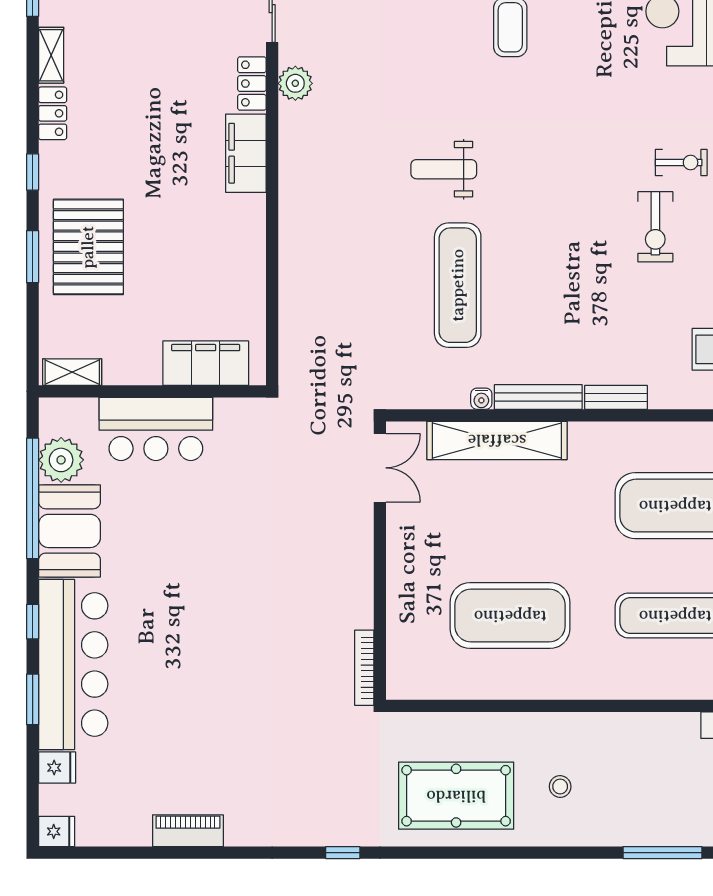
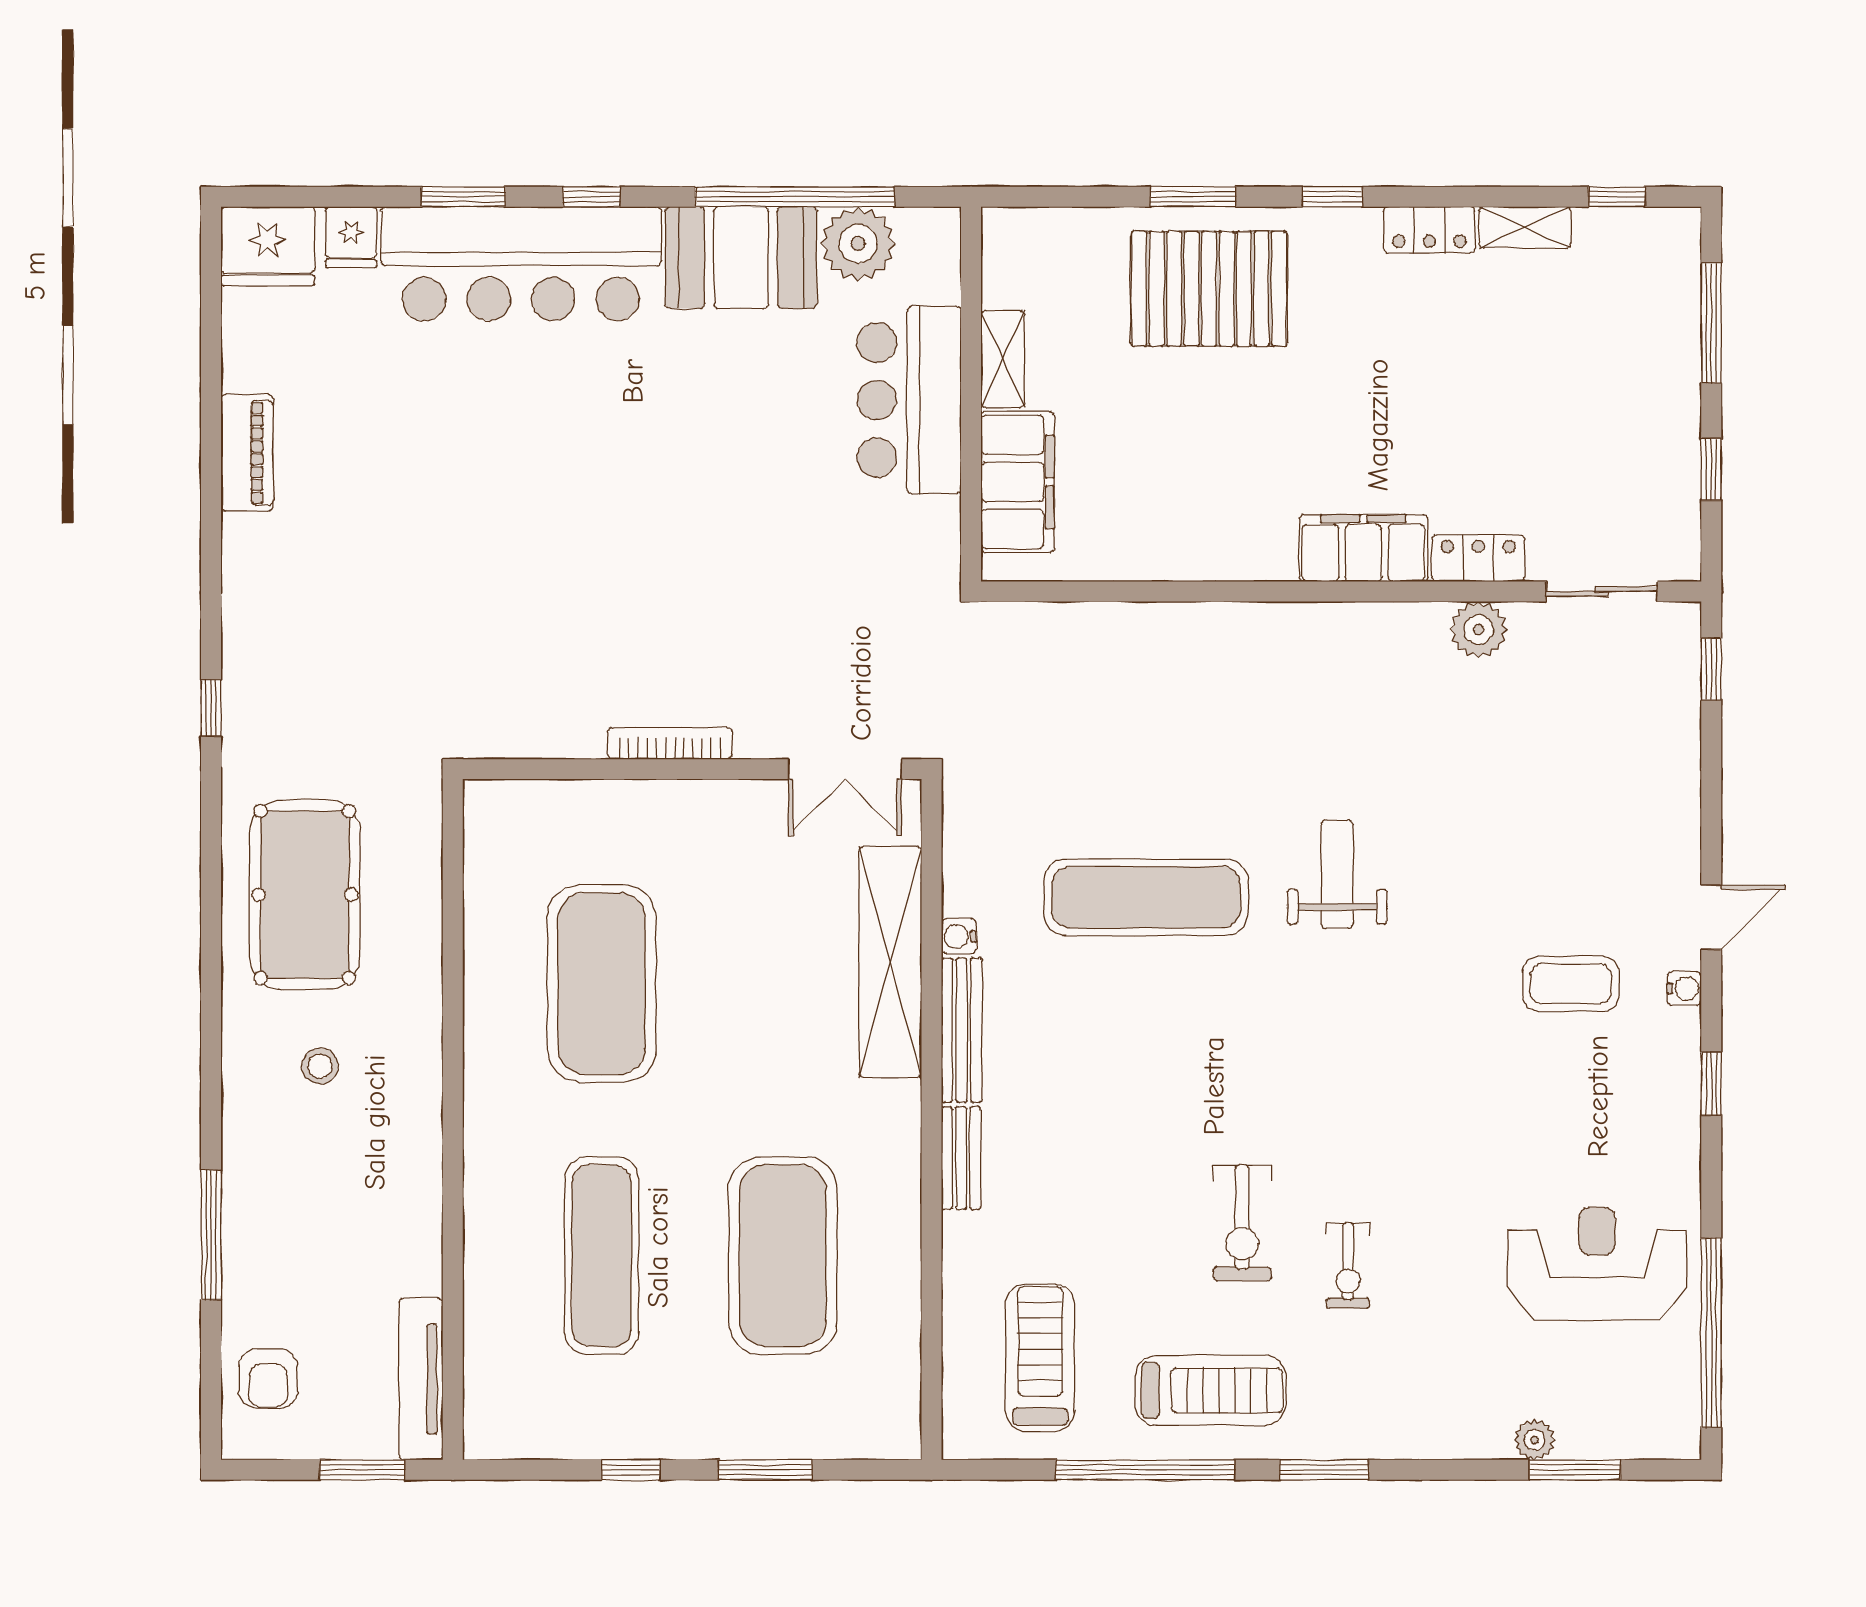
exercise bike: (655, 227) -> (1242, 1223), turned -90
shelving: (72, 372) -> (1003, 359), moved
bookcase: (364, 668) -> (670, 743), moved
fridge: (57, 831) -> (268, 246), width x1.88, depth x1.34

